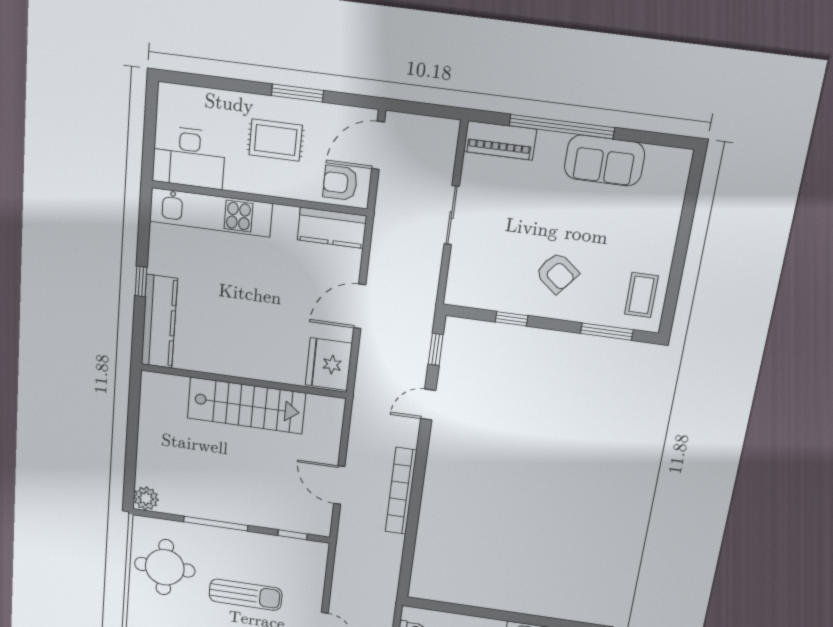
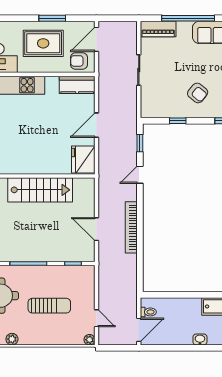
rug: (276, 140) -> (43, 43), width x1.36, depth x1.43

